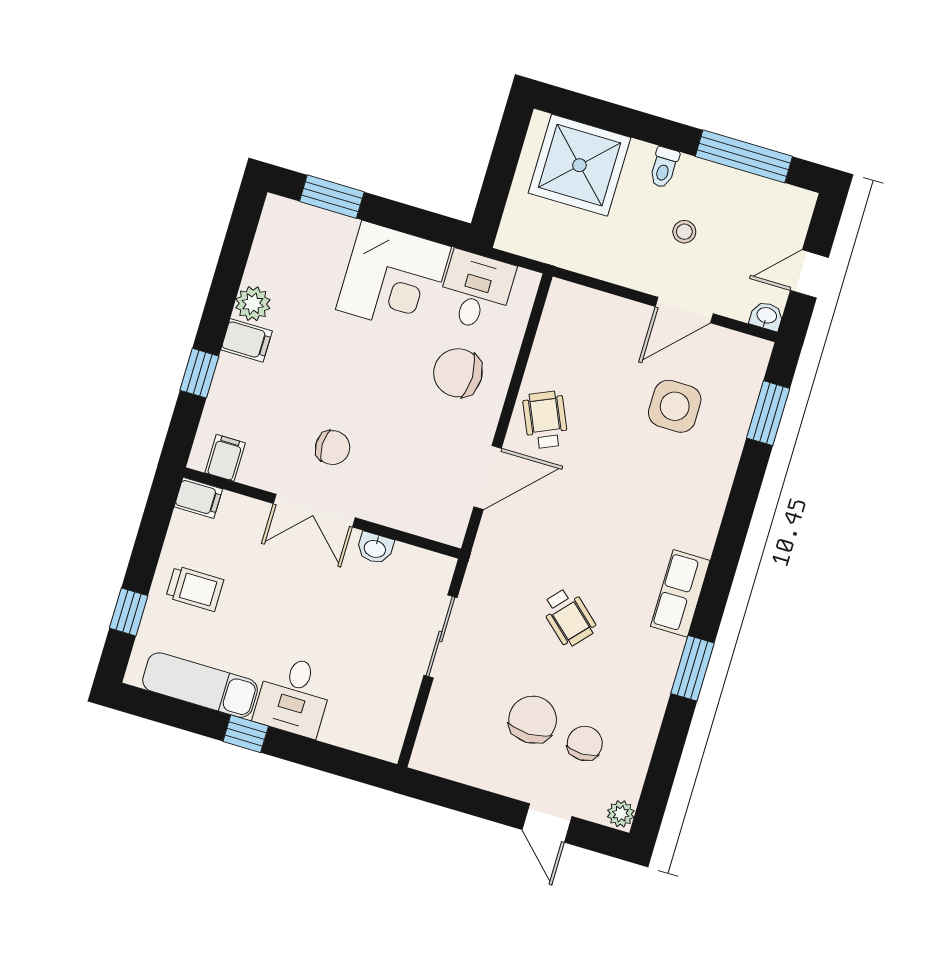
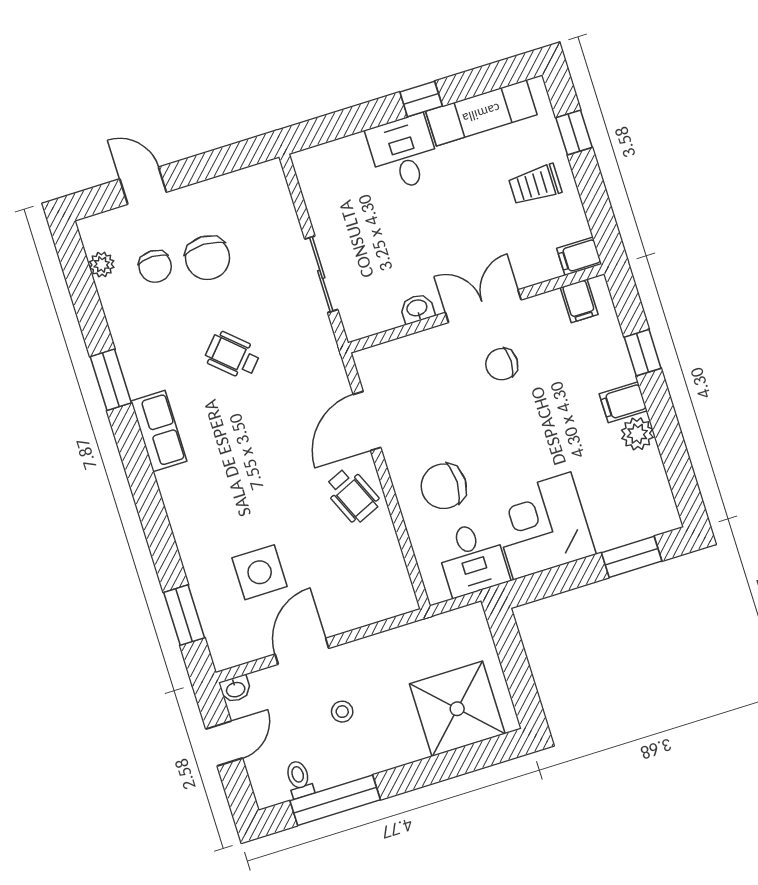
toilet: (664, 167) -> (299, 779), moved
chair: (458, 373) -> (444, 486), turned 180
plant: (621, 814) -> (102, 264), moved

